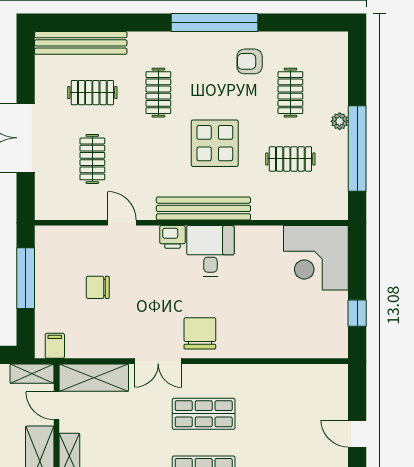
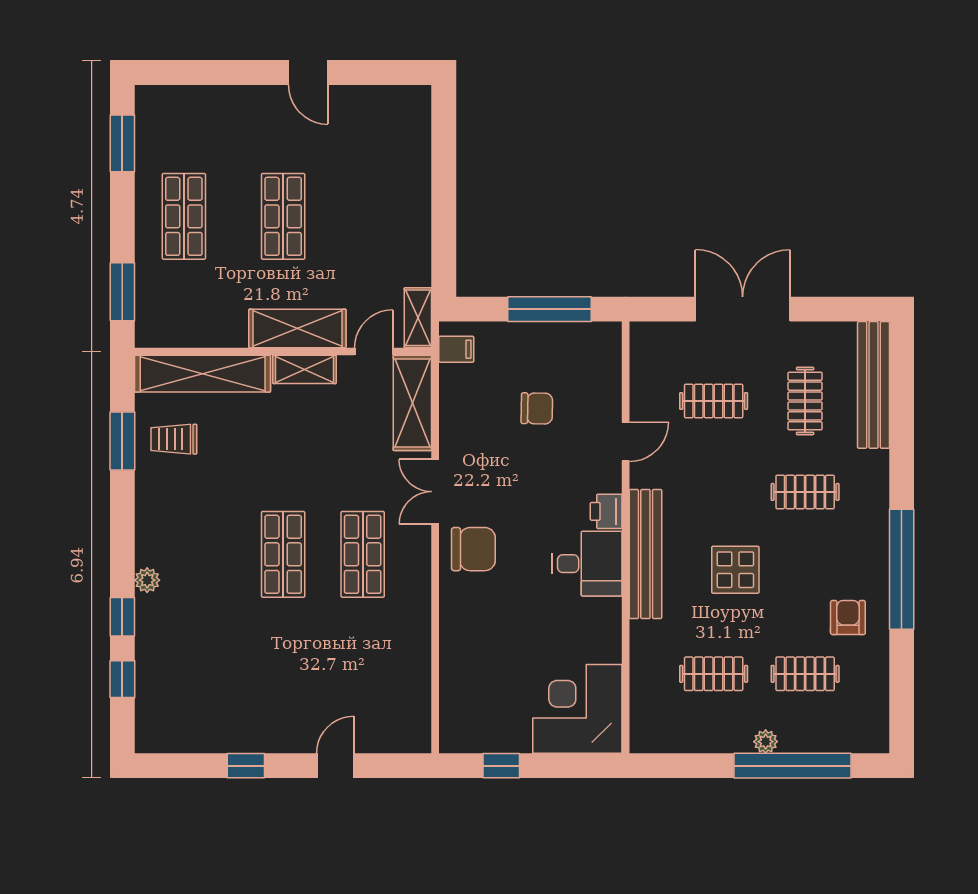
display table: (215, 143) -> (735, 570), width x0.73, depth x0.73
window: (357, 149) -> (793, 766), moved
clothes rail: (290, 159) -> (714, 674), turned 90
chair: (98, 287) -> (537, 408), turned 91

